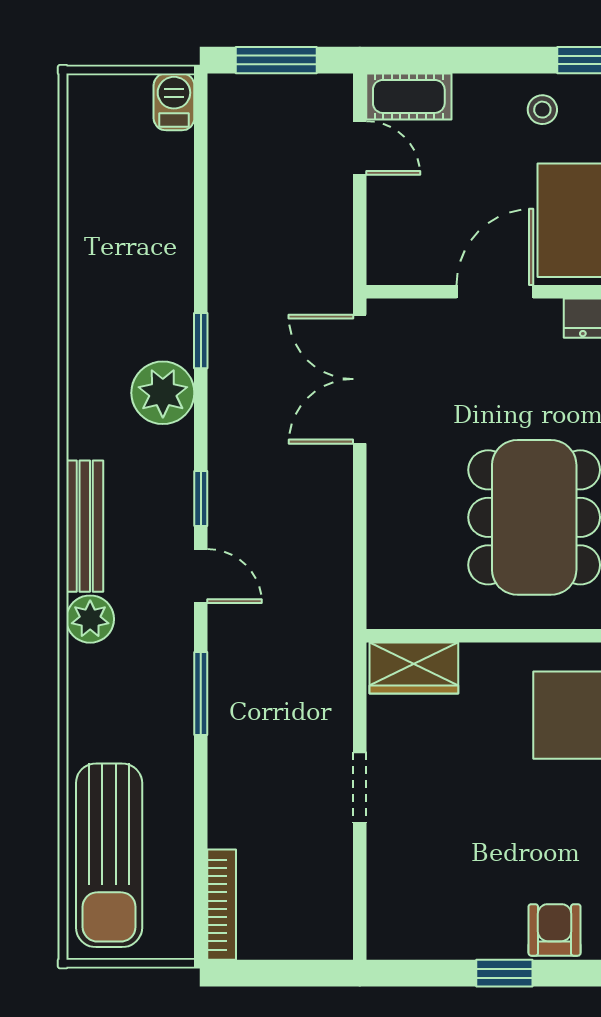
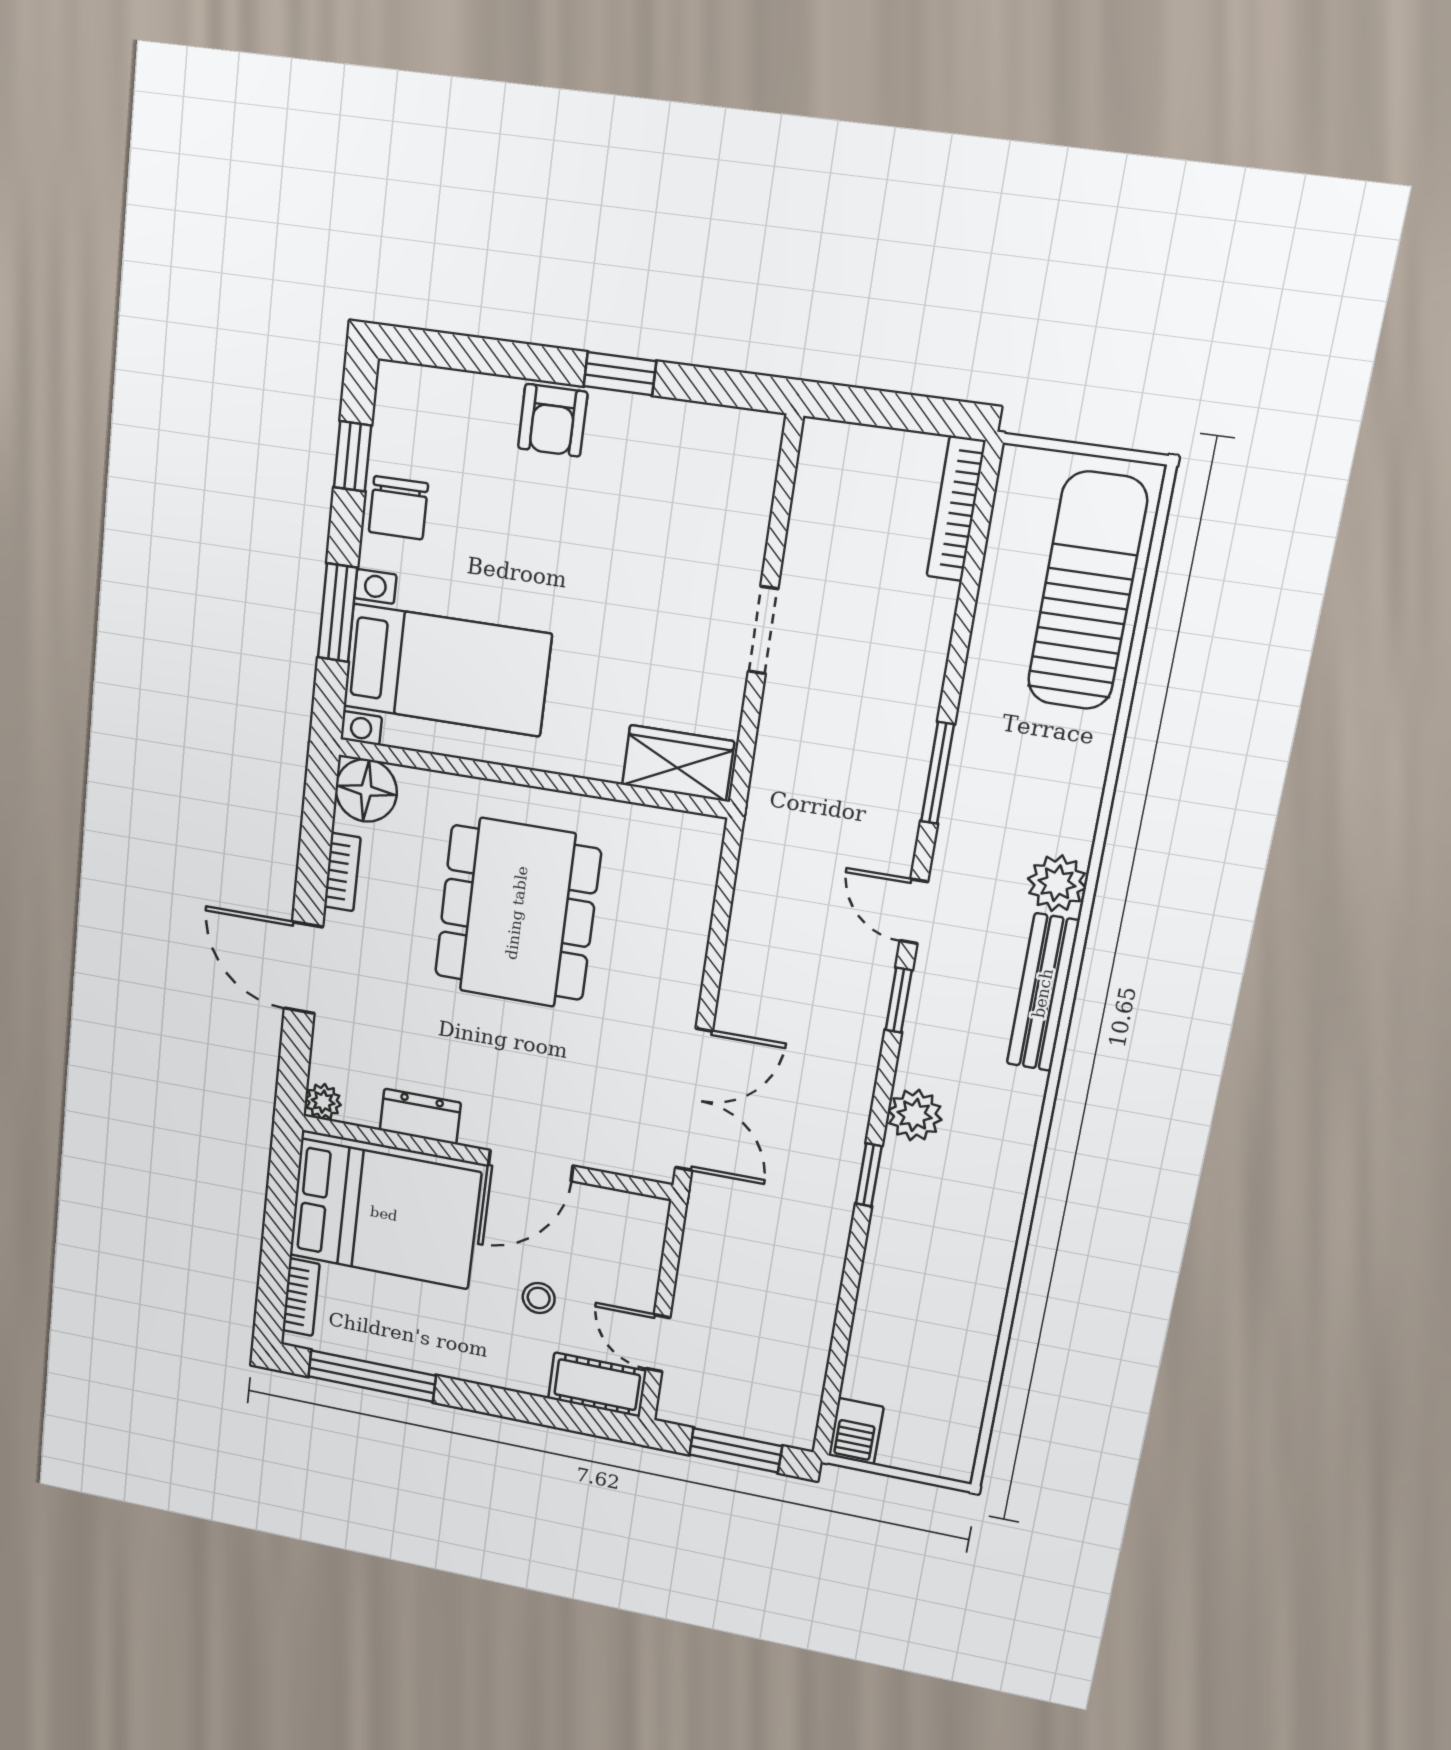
stool: (542, 110) -> (539, 1298), moved
plant: (163, 393) -> (915, 1115), width x0.73, depth x0.73

